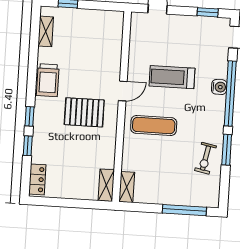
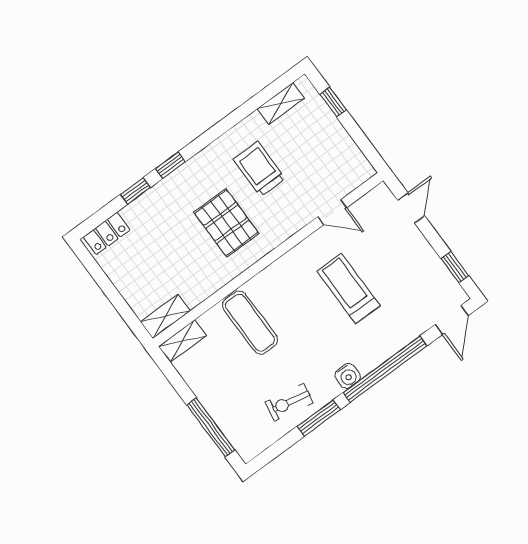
trolley: (48, 80) -> (259, 169), moved, turned 90
water cooler: (219, 87) -> (348, 376), moved
door: (123, 91) -> (332, 212), moved
exercise mat: (154, 126) -> (250, 323), moved

